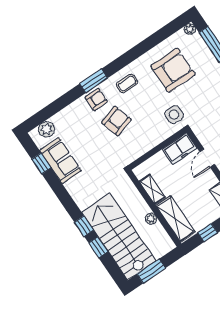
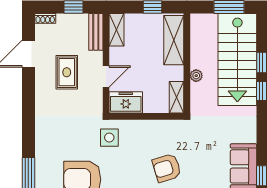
shelving: (152, 189) -> (177, 97), moved
plant: (151, 219) -> (196, 76), moved

